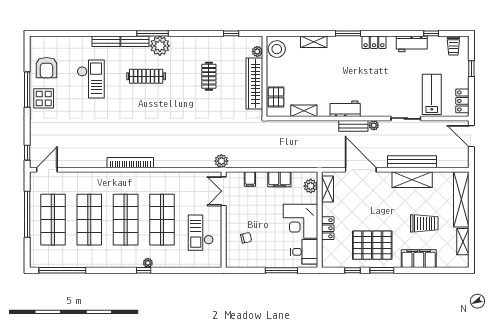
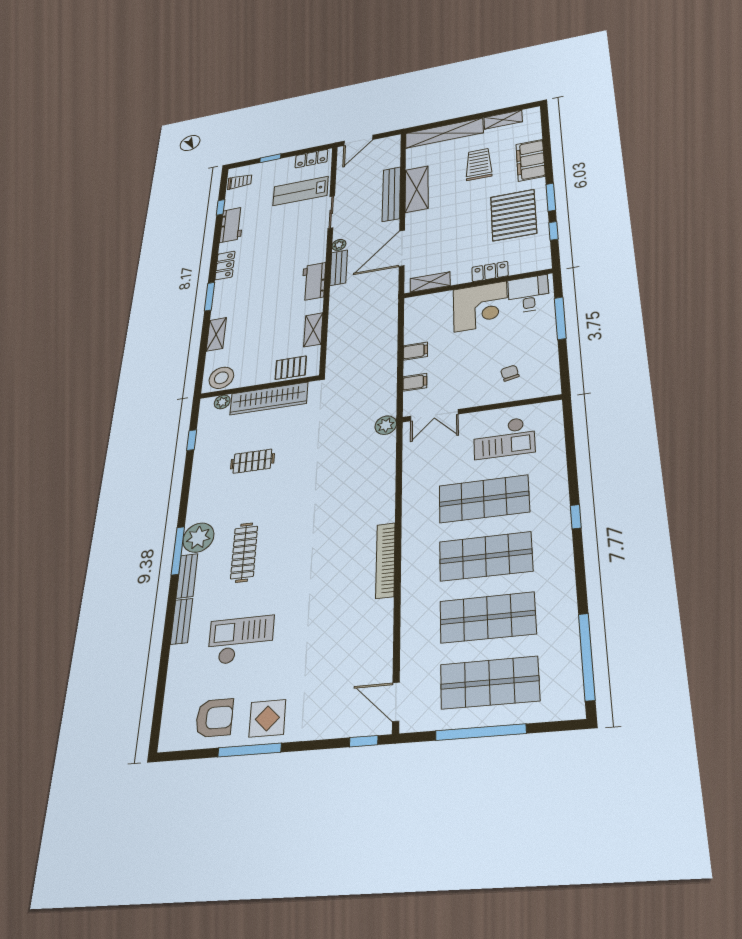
filing cabinet: (279, 179) -> (415, 351), width x0.50
plant: (311, 186) -> (426, 303), removed
plant: (148, 263) -> (562, 511), removed

